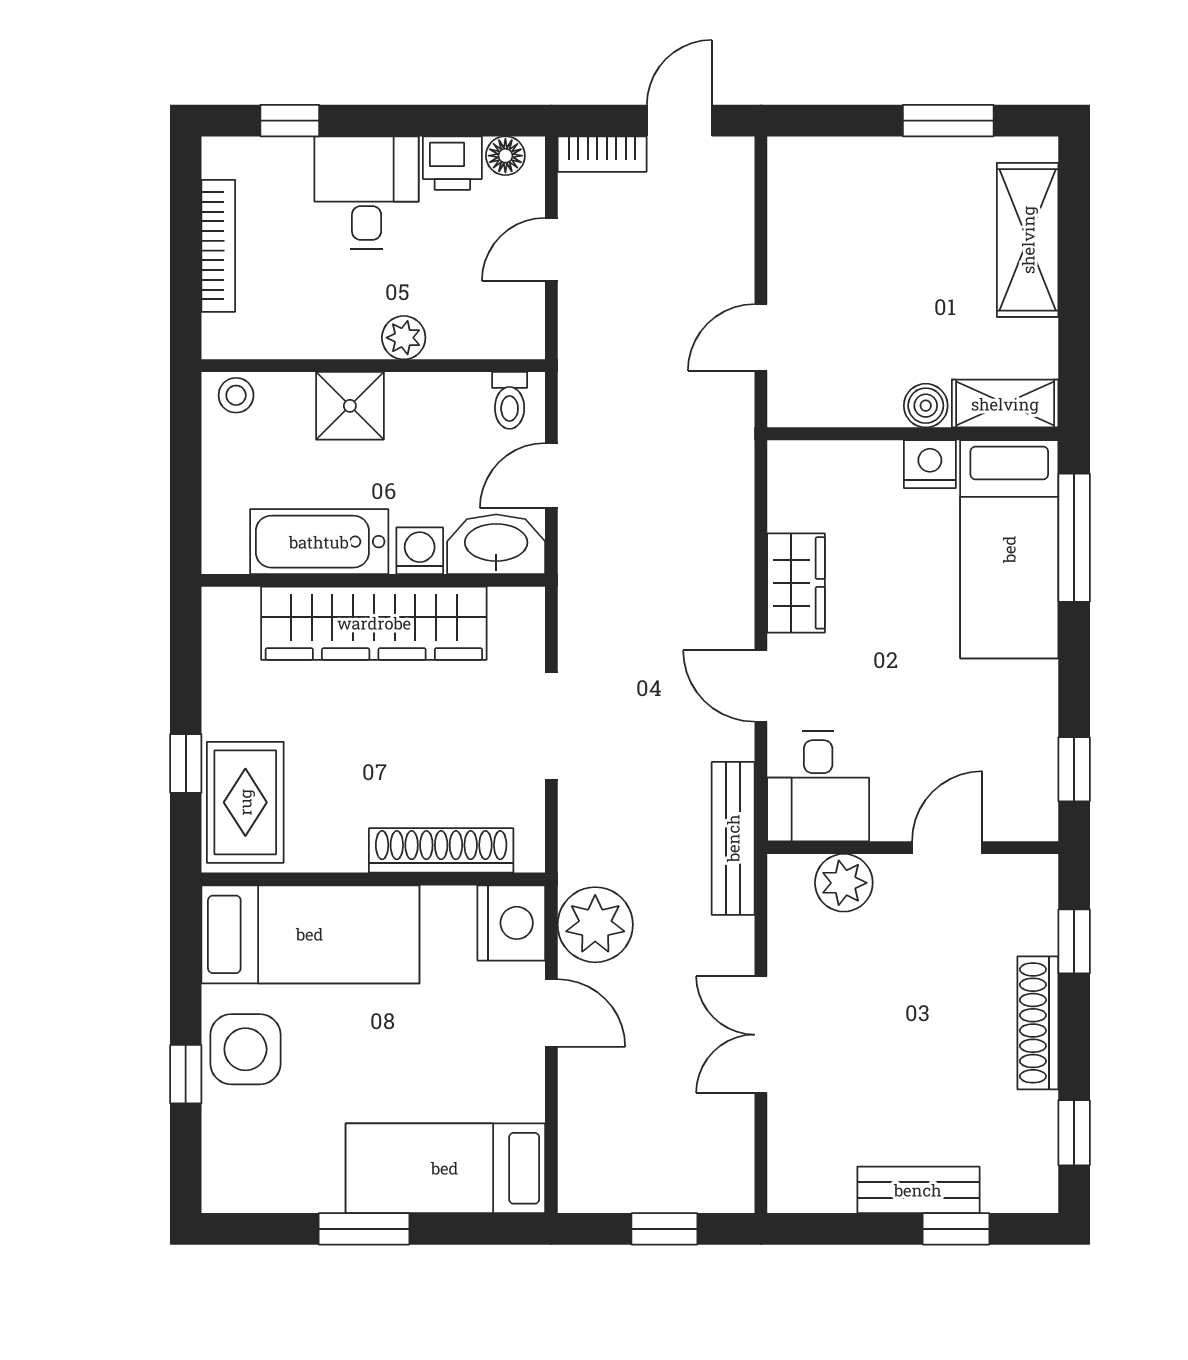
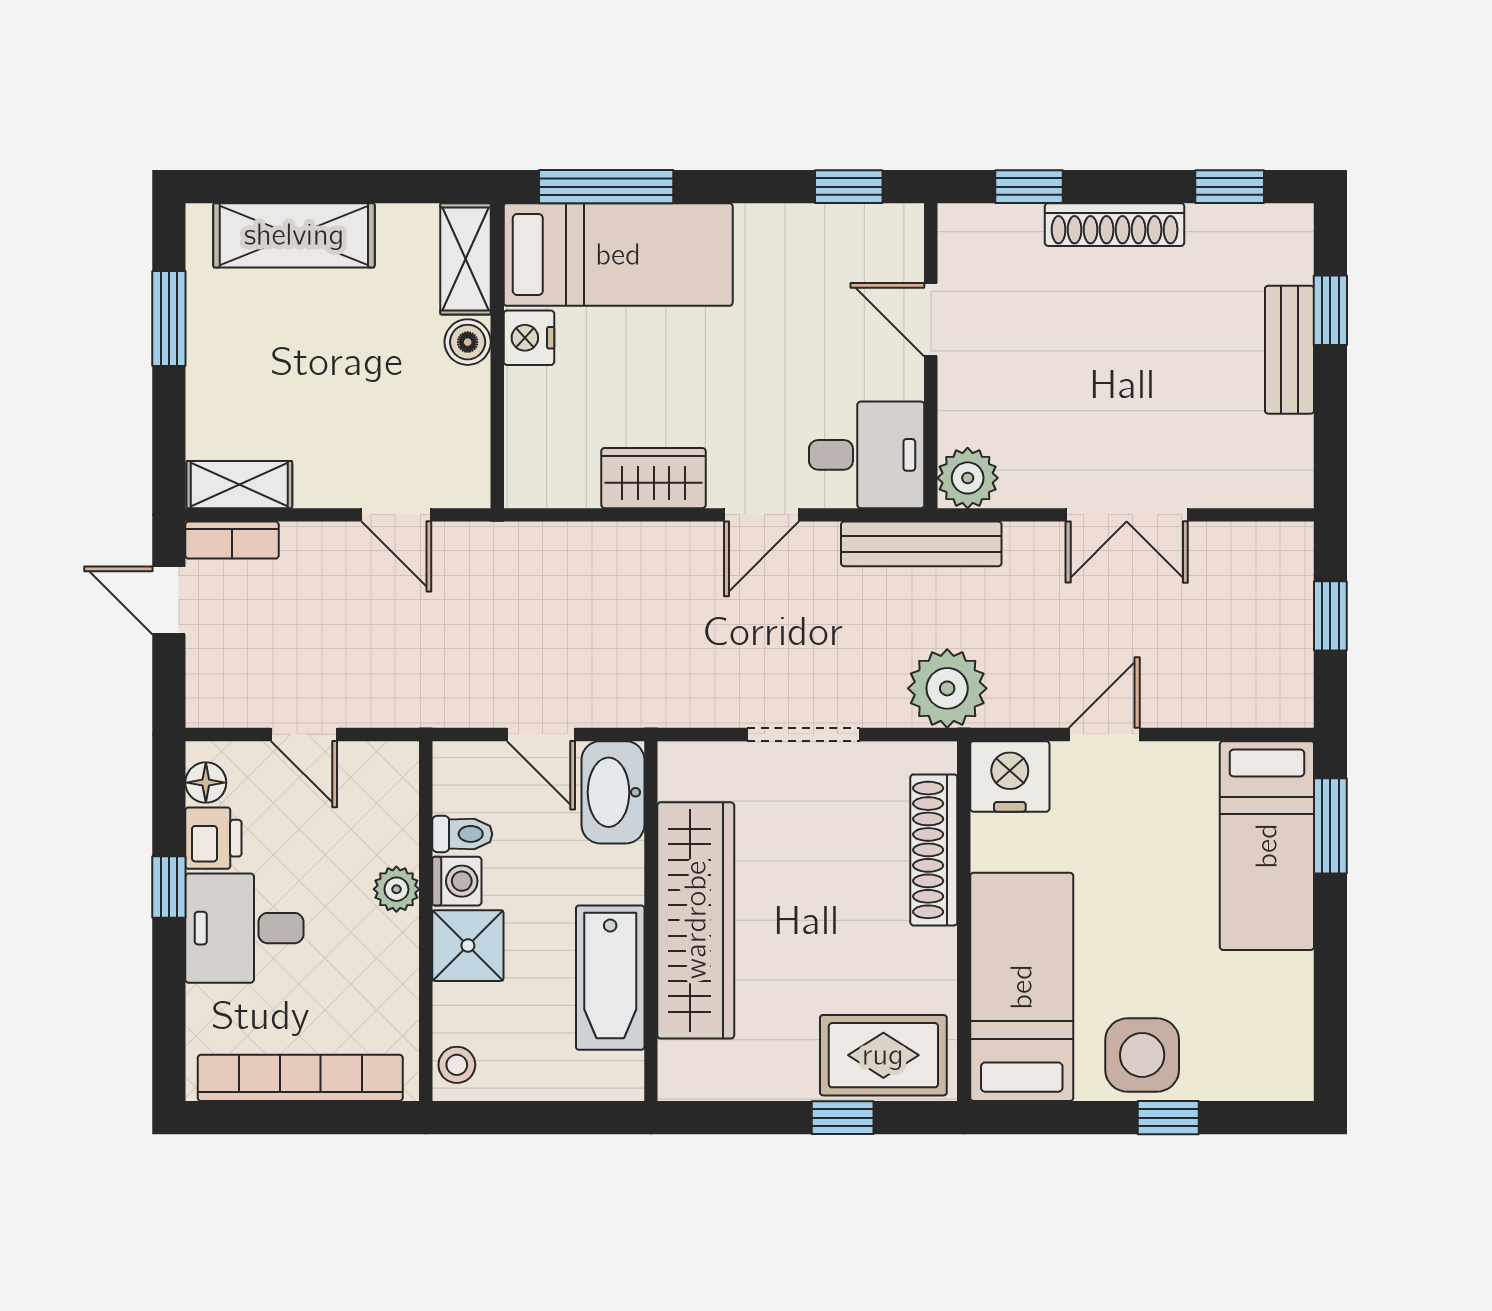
window: (290, 121) -> (169, 887), moved
bookcase: (602, 154) -> (232, 540), moved, turned 90
shelving: (790, 188) -> (239, 485), added
bookcase: (218, 246) -> (300, 1078), width x1.48, depth x1.31
toilet: (510, 400) -> (462, 834), moved
washing machine: (420, 551) -> (457, 881), moved, turned 180
plant: (844, 883) -> (968, 478), moved
plant: (595, 925) -> (947, 688), moved
window: (364, 1229) -> (1330, 826), moved

